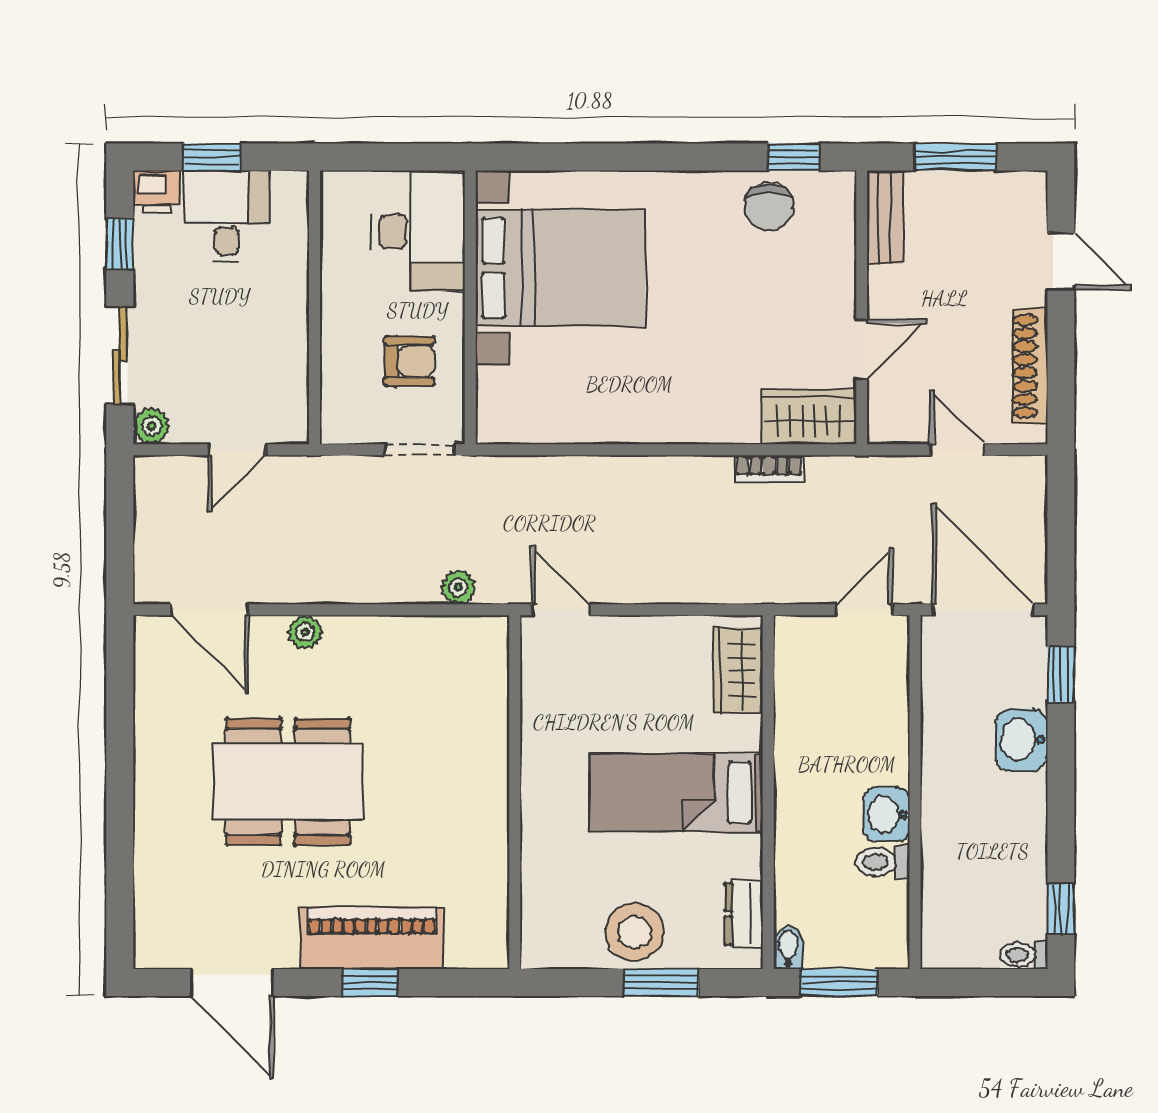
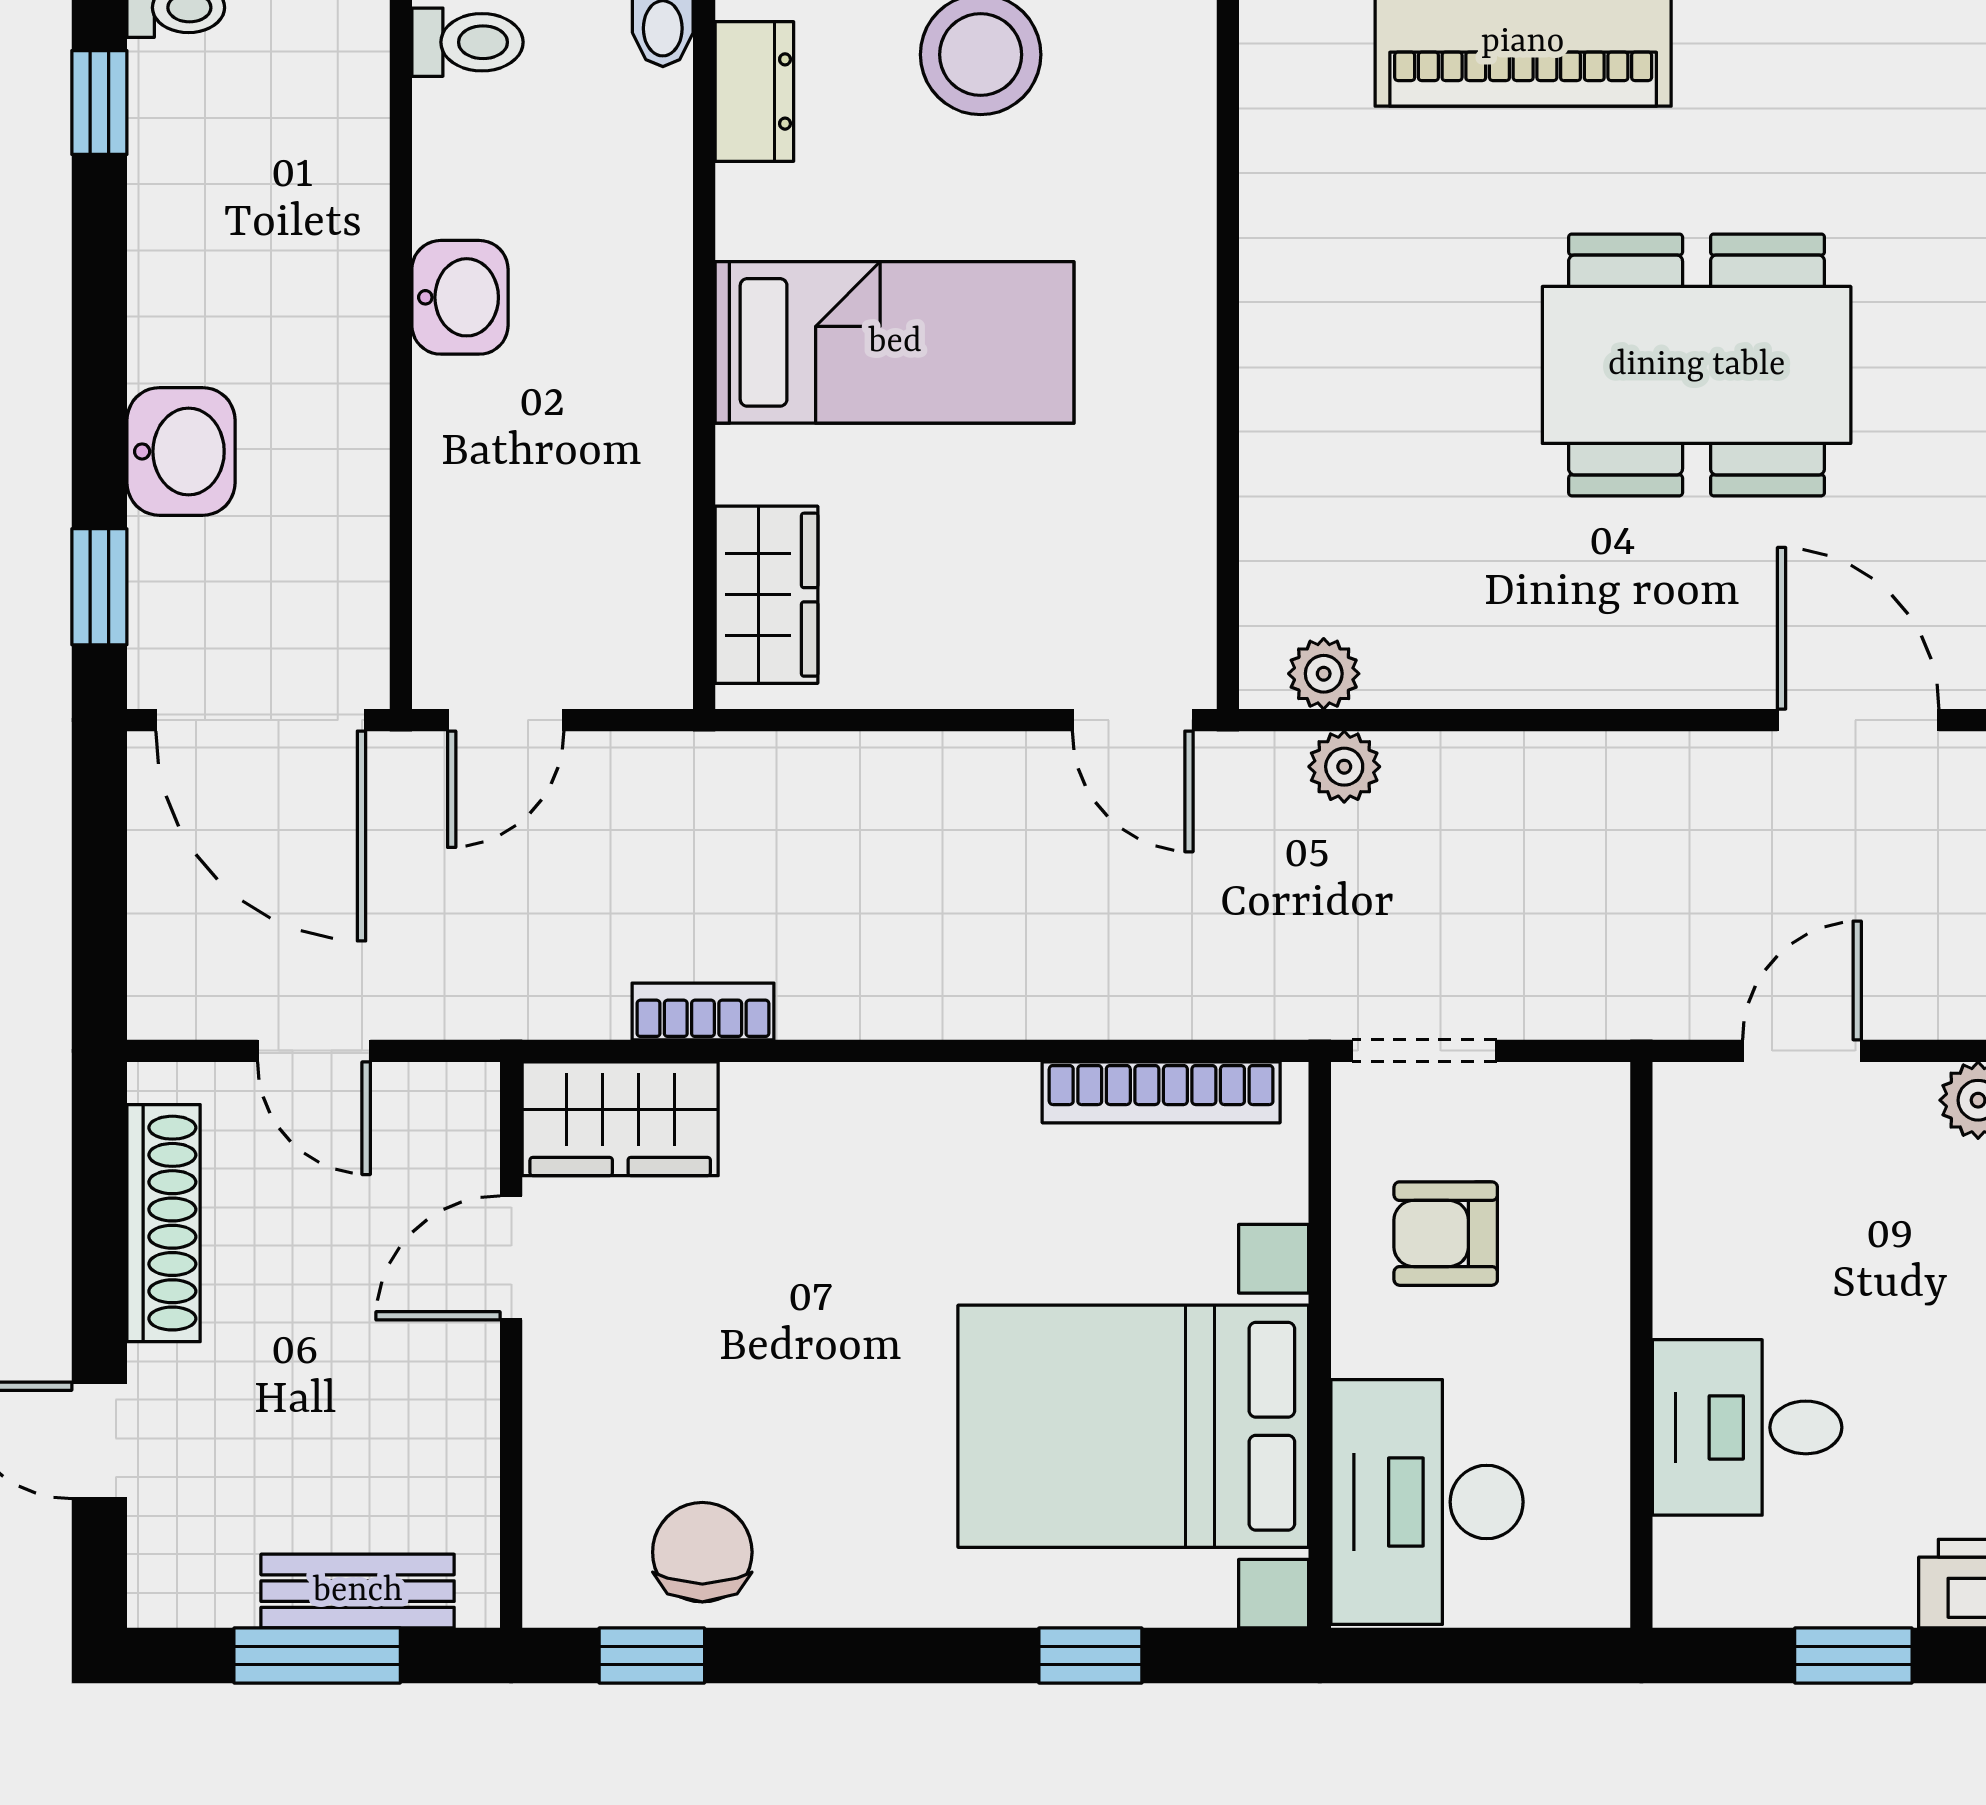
window: (581, 157) -> (1090, 1656), added
desk: (226, 216) -> (1747, 1427), moved, turned 90
bench: (885, 217) -> (358, 1591), moved, turned 90
bookcase: (547, 430) -> (1161, 1092), added
plant: (305, 632) -> (1324, 674), moved
toilet: (883, 862) -> (467, 42), moved

